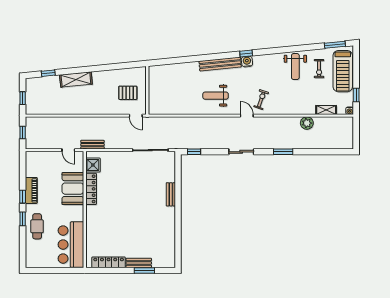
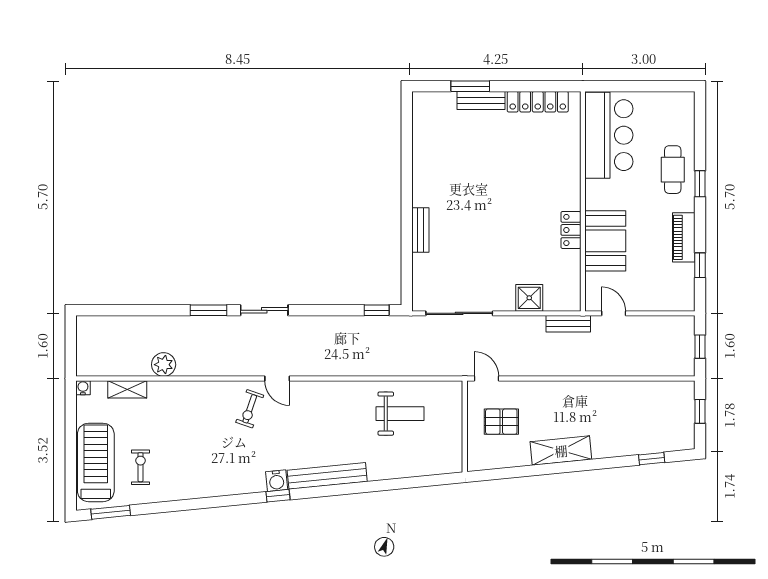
weight bench: (295, 67) -> (185, 471), removed
shelving: (76, 80) -> (561, 451), moved
window: (356, 95) -> (71, 417), removed
weight bench: (216, 96) -> (400, 414), moved
sliding door: (241, 152) -> (264, 310), moved
shower: (93, 165) -> (529, 298), moved
locker: (91, 189) -> (571, 230), width x0.66
window: (23, 197) -> (700, 265), moved

